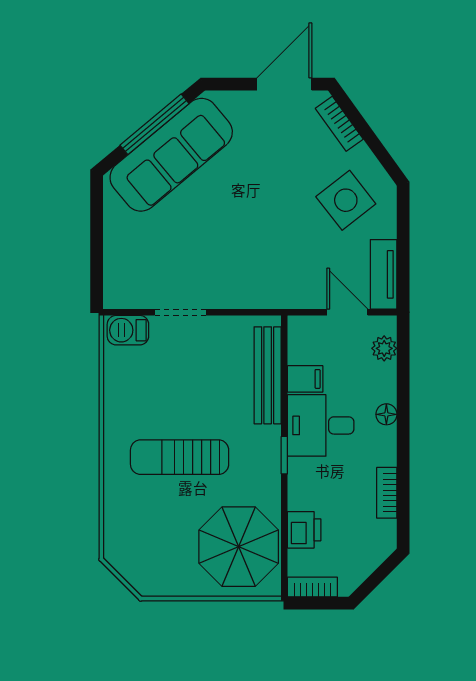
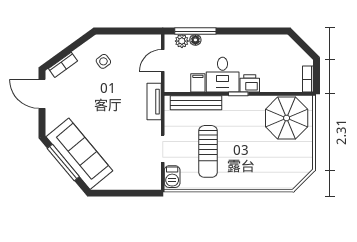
side table: (346, 200) -> (103, 61), width x0.54, depth x0.54
tv unit: (384, 274) -> (154, 102), moved, turned 90
window: (403, 374) -> (195, 31), added
floor lamp: (386, 414) -> (195, 40), moved
sun lounger: (180, 457) -> (208, 151), moved
bookcase: (387, 493) -> (258, 40), removed
printer: (304, 530) -> (250, 83), moved

